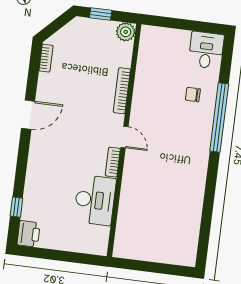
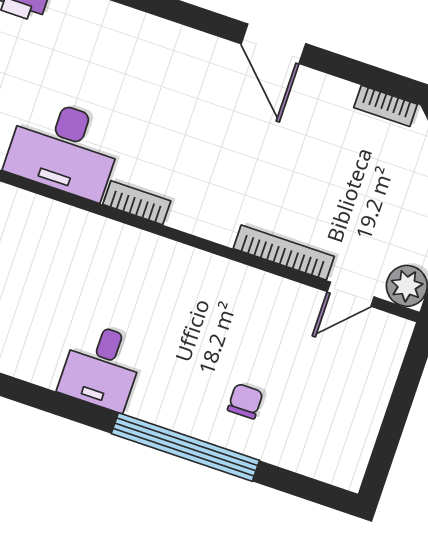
desk: (206, 50) -> (101, 367), moved, turned 90
door: (124, 137) -> (351, 294), moved

